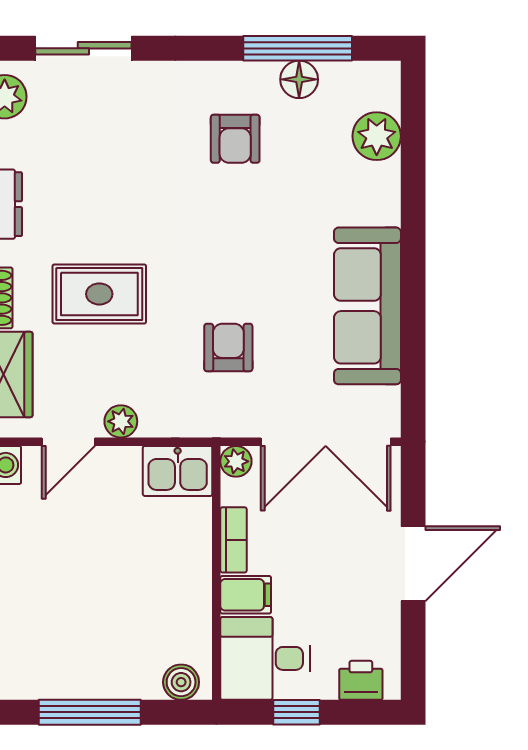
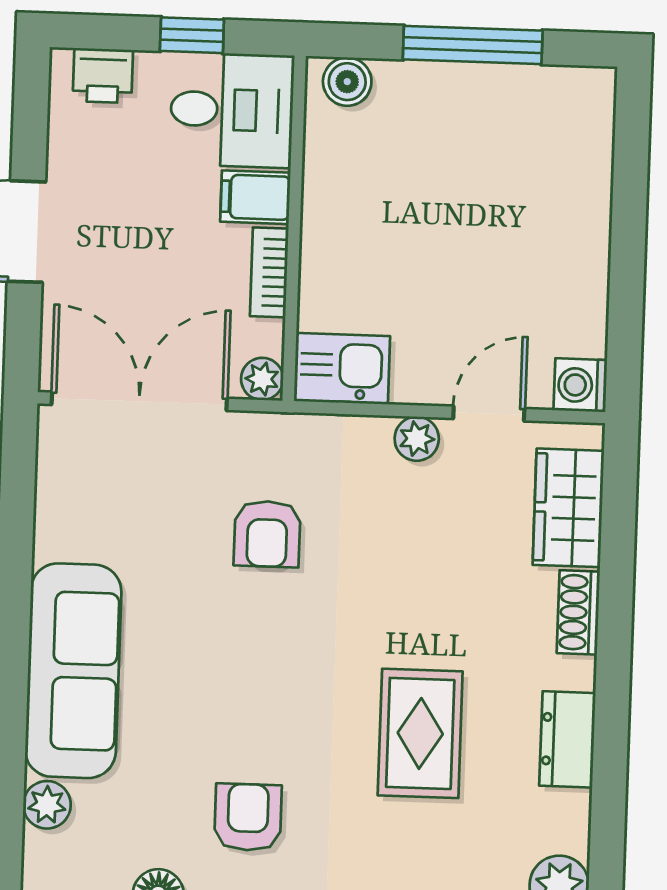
plant: (377, 136) -> (47, 805), width x0.73, depth x0.73
rug: (99, 294) -> (420, 733), moved, turned 90
sofa: (367, 306) -> (73, 671), moved

